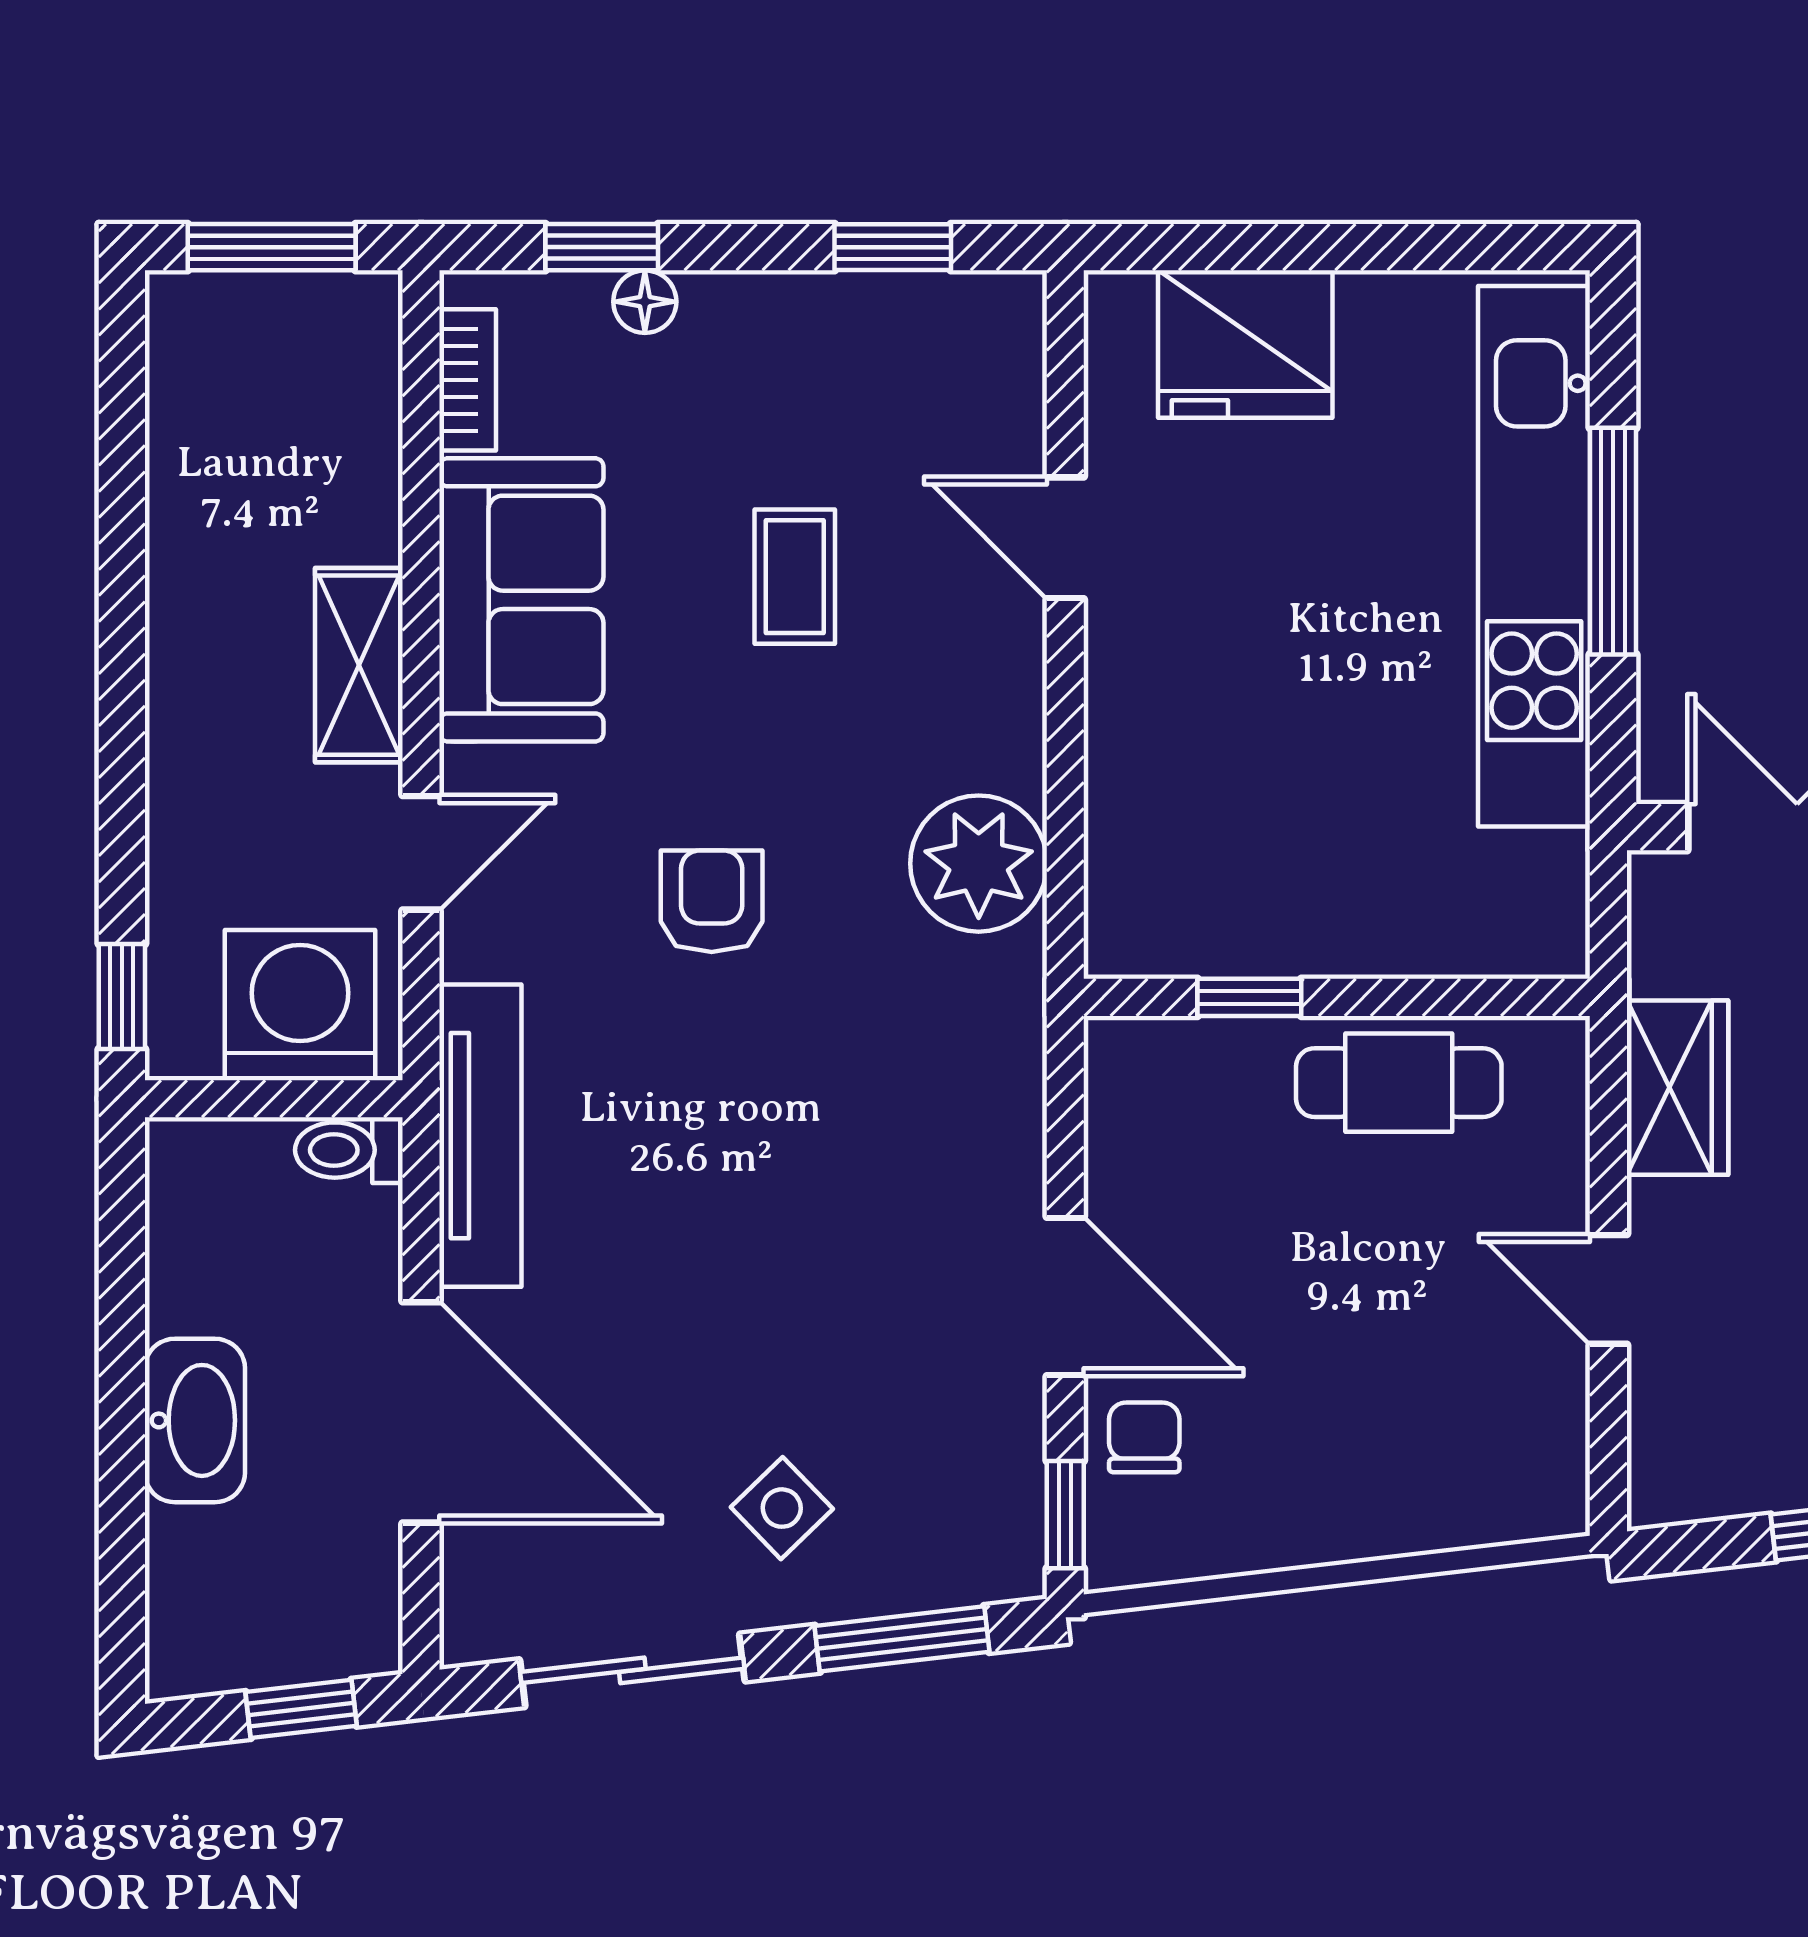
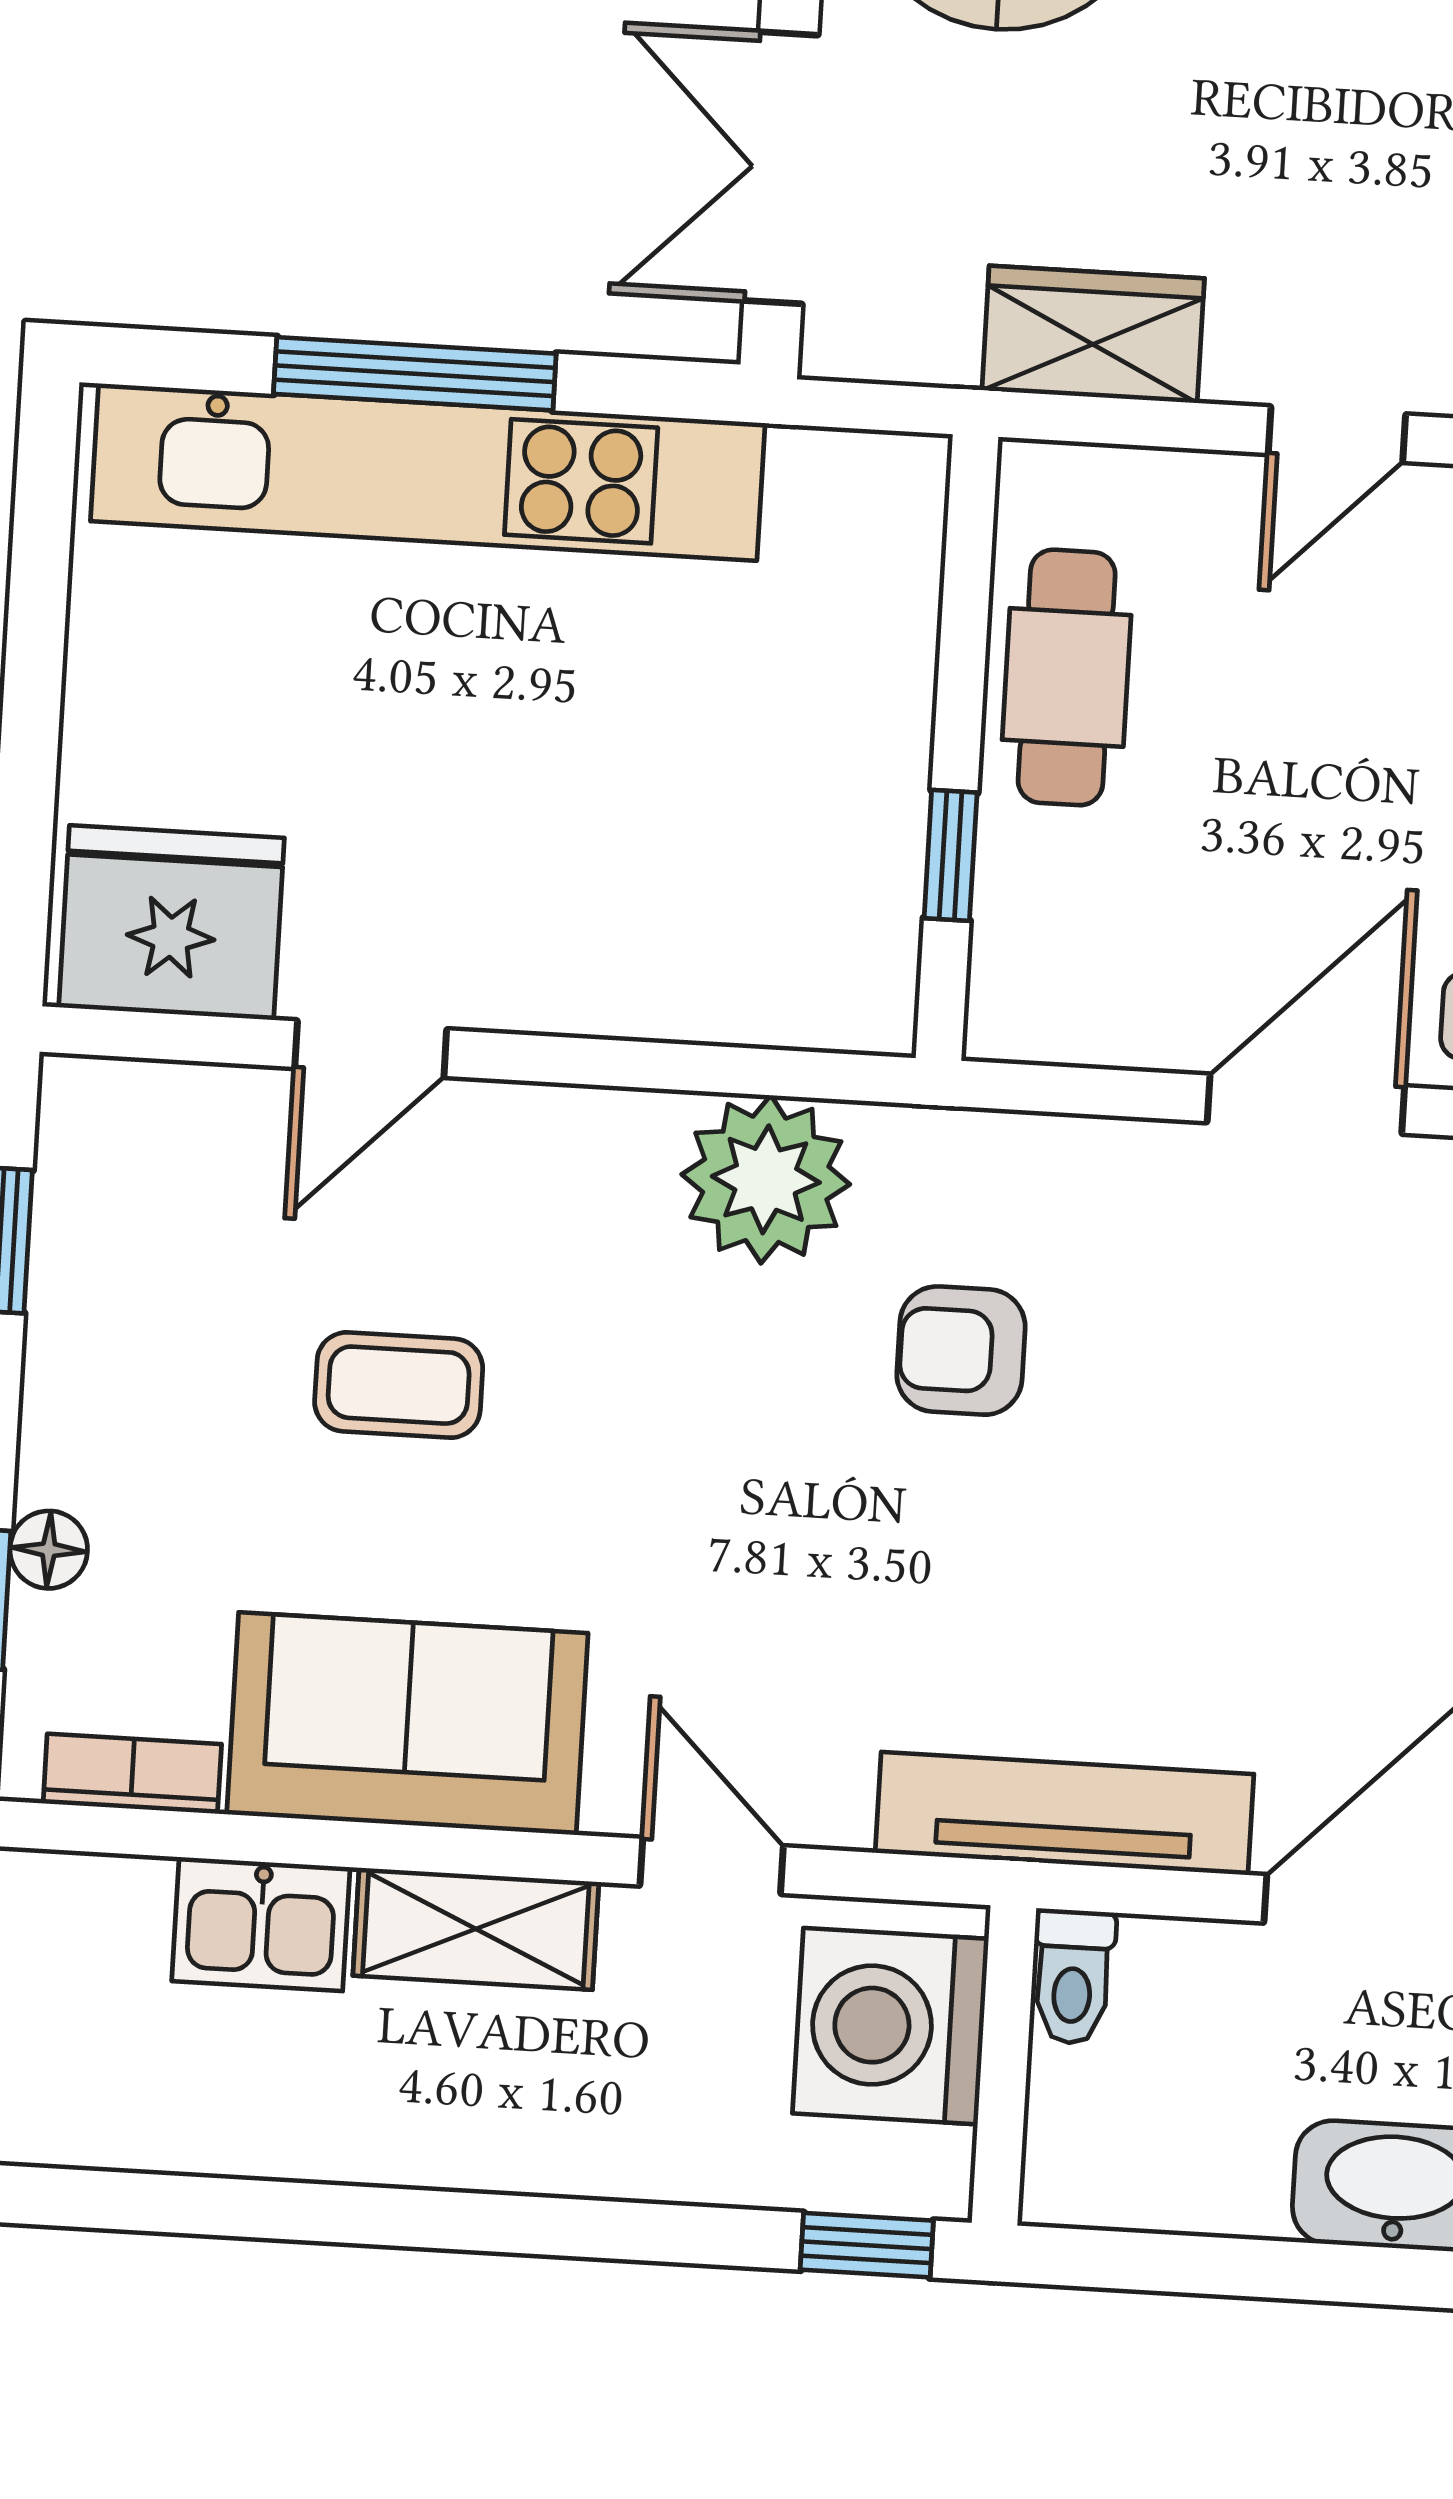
fridge: (1245, 344) -> (172, 923), moved, turned -90
kitchen sink: (352, 491) -> (261, 1924), added
armchair: (712, 901) -> (961, 1351), moved

